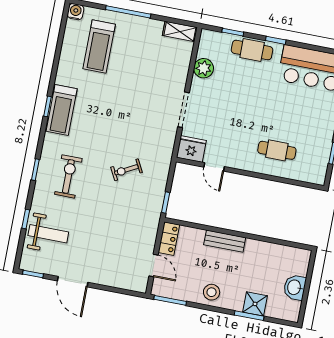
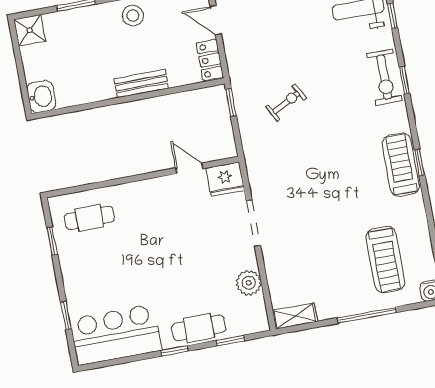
treadmill: (99, 46) -> (385, 260), turned 180
cafe table: (277, 150) -> (89, 218), moved
exercise bike: (126, 170) -> (286, 103), moved
exercise bike: (68, 176) -> (384, 77), moved
washbasin: (295, 287) -> (41, 97), moved
shower: (255, 304) -> (30, 30), moved

